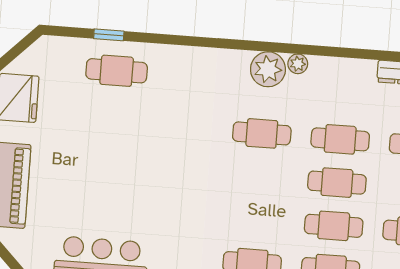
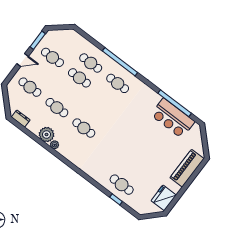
plant: (268, 69) -> (47, 135), moved
cafe table: (337, 183) -> (68, 93), removed

